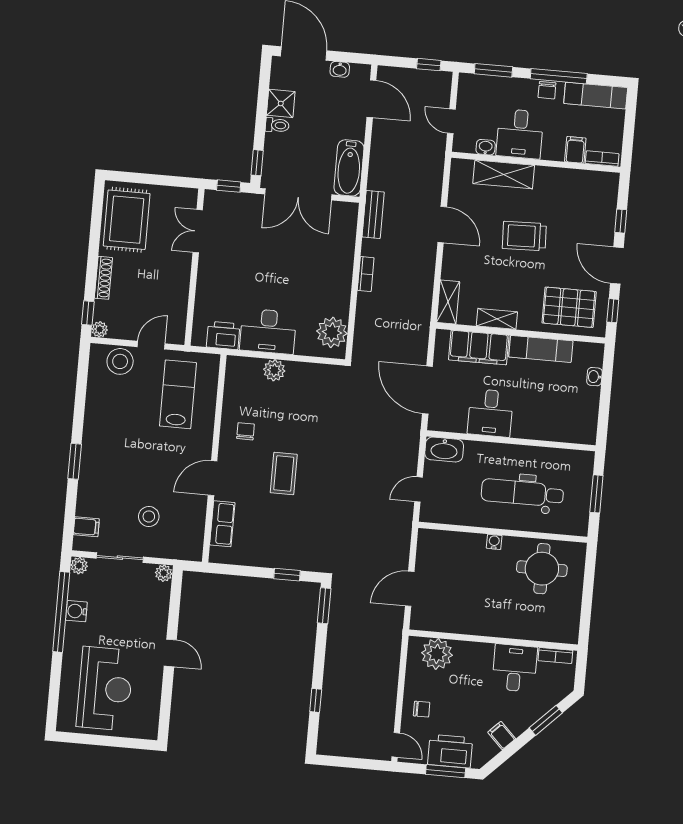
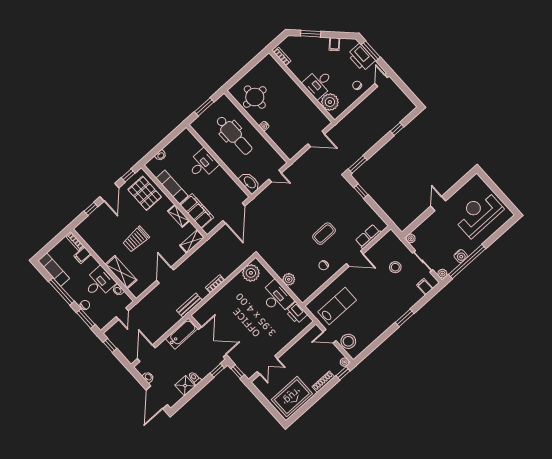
chair: (547, 90) -> (85, 305), moved
trolley: (524, 236) -> (136, 239), turned 92
lab bench: (178, 394) -> (337, 306), turned 180
desk: (490, 413) -> (202, 164), moved
desk: (515, 668) -> (319, 83), moved

